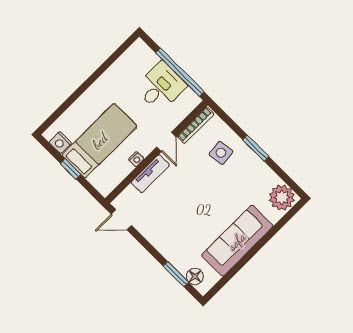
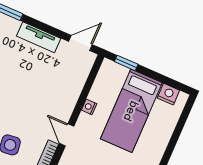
window: (71, 169) -> (126, 63), moved
tv unit: (150, 174) -> (39, 37), moved, turned -90

